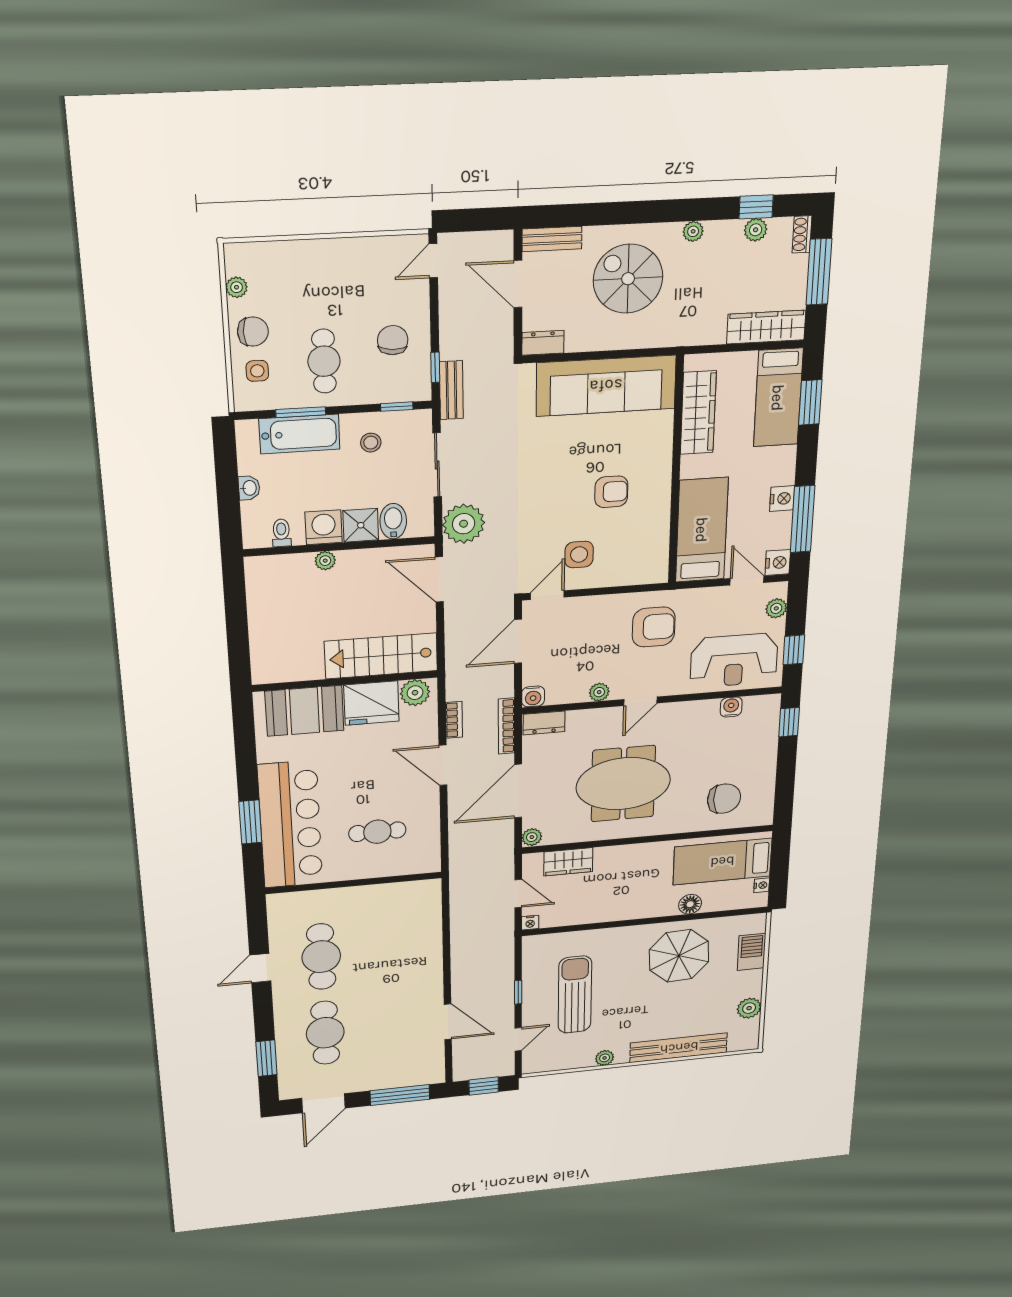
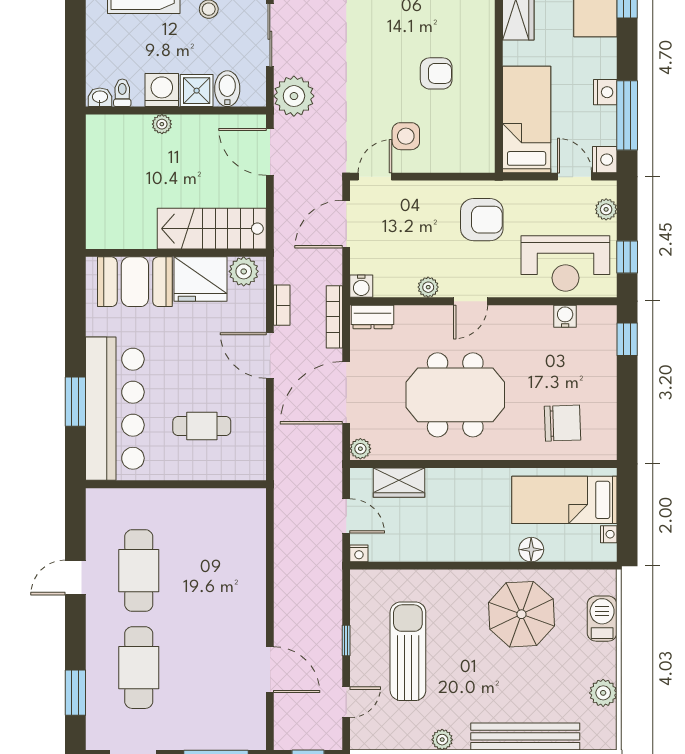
washbasin: (249, 488) -> (100, 97), moved, turned -90

